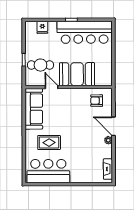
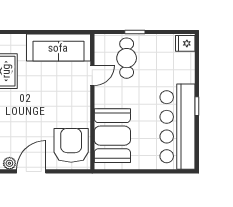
fridge: (42, 27) -> (185, 43), moved
booth: (77, 74) -> (112, 136), moved
armchair: (97, 101) -> (71, 145), width x1.88, depth x1.88

